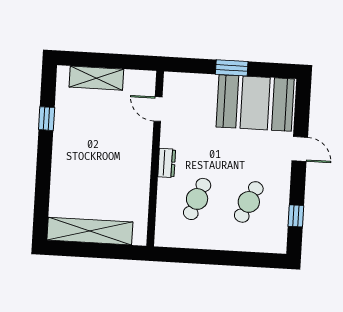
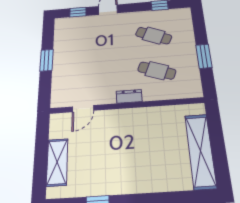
booth: (255, 103) -> (74, 41), removed
window: (302, 110) -> (78, 12), added
window: (209, 257) -> (204, 56), added

